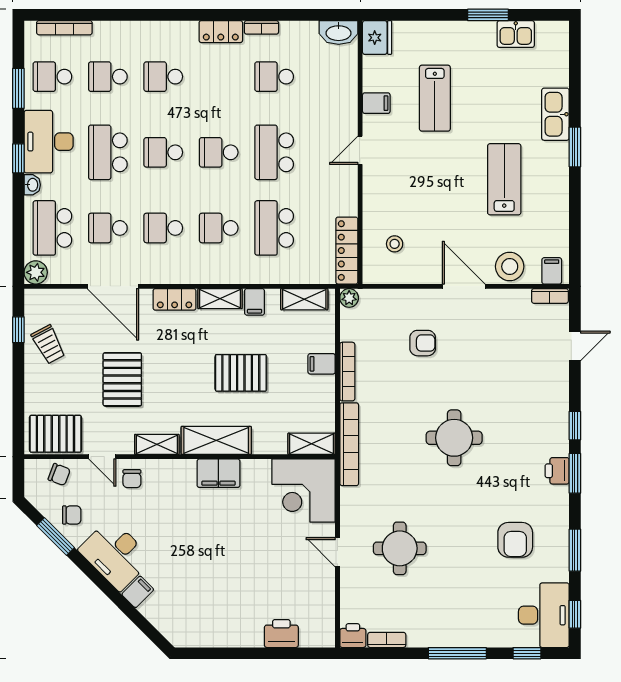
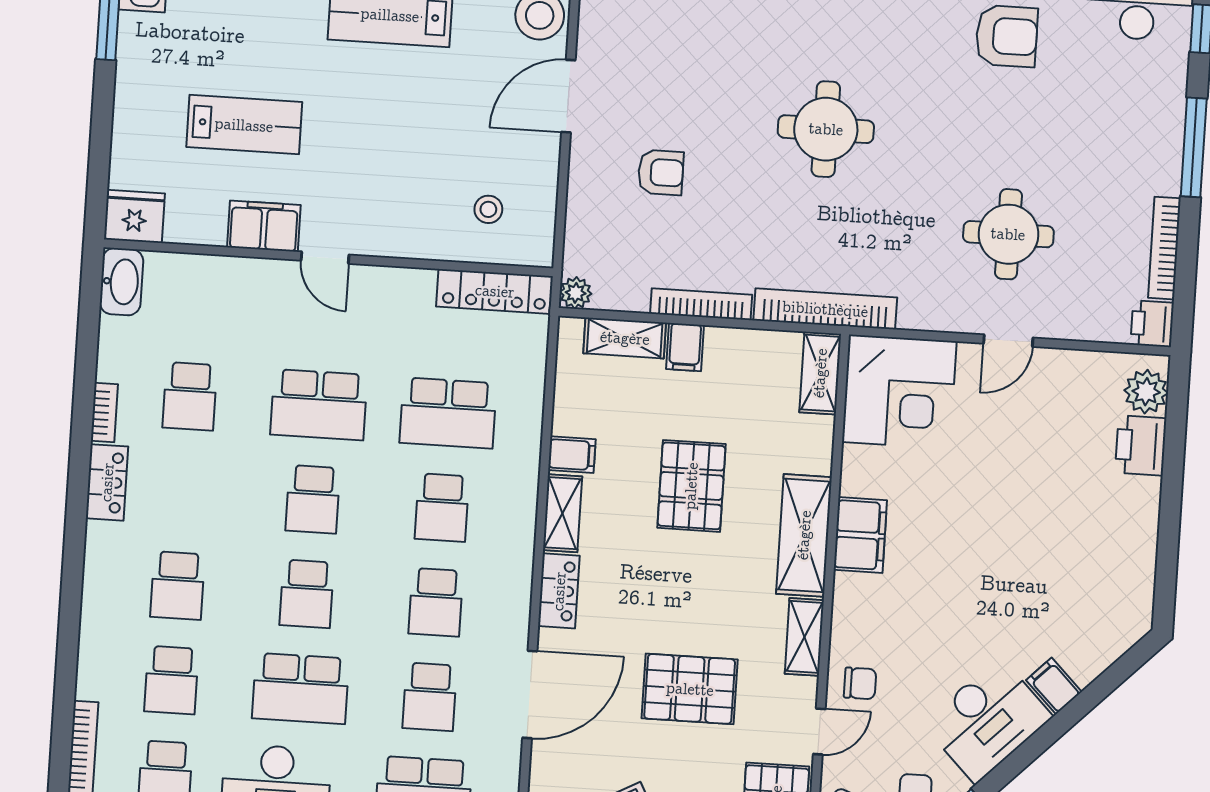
filing cabinet: (376, 103) -> (264, 226), width x2.00
shelving: (304, 299) -> (625, 338), moved, turned 90
armchair: (423, 343) -> (661, 172), turned 90
plant: (313, 635) -> (1146, 392), added
bookcase: (387, 640) -> (1164, 248), width x1.56

